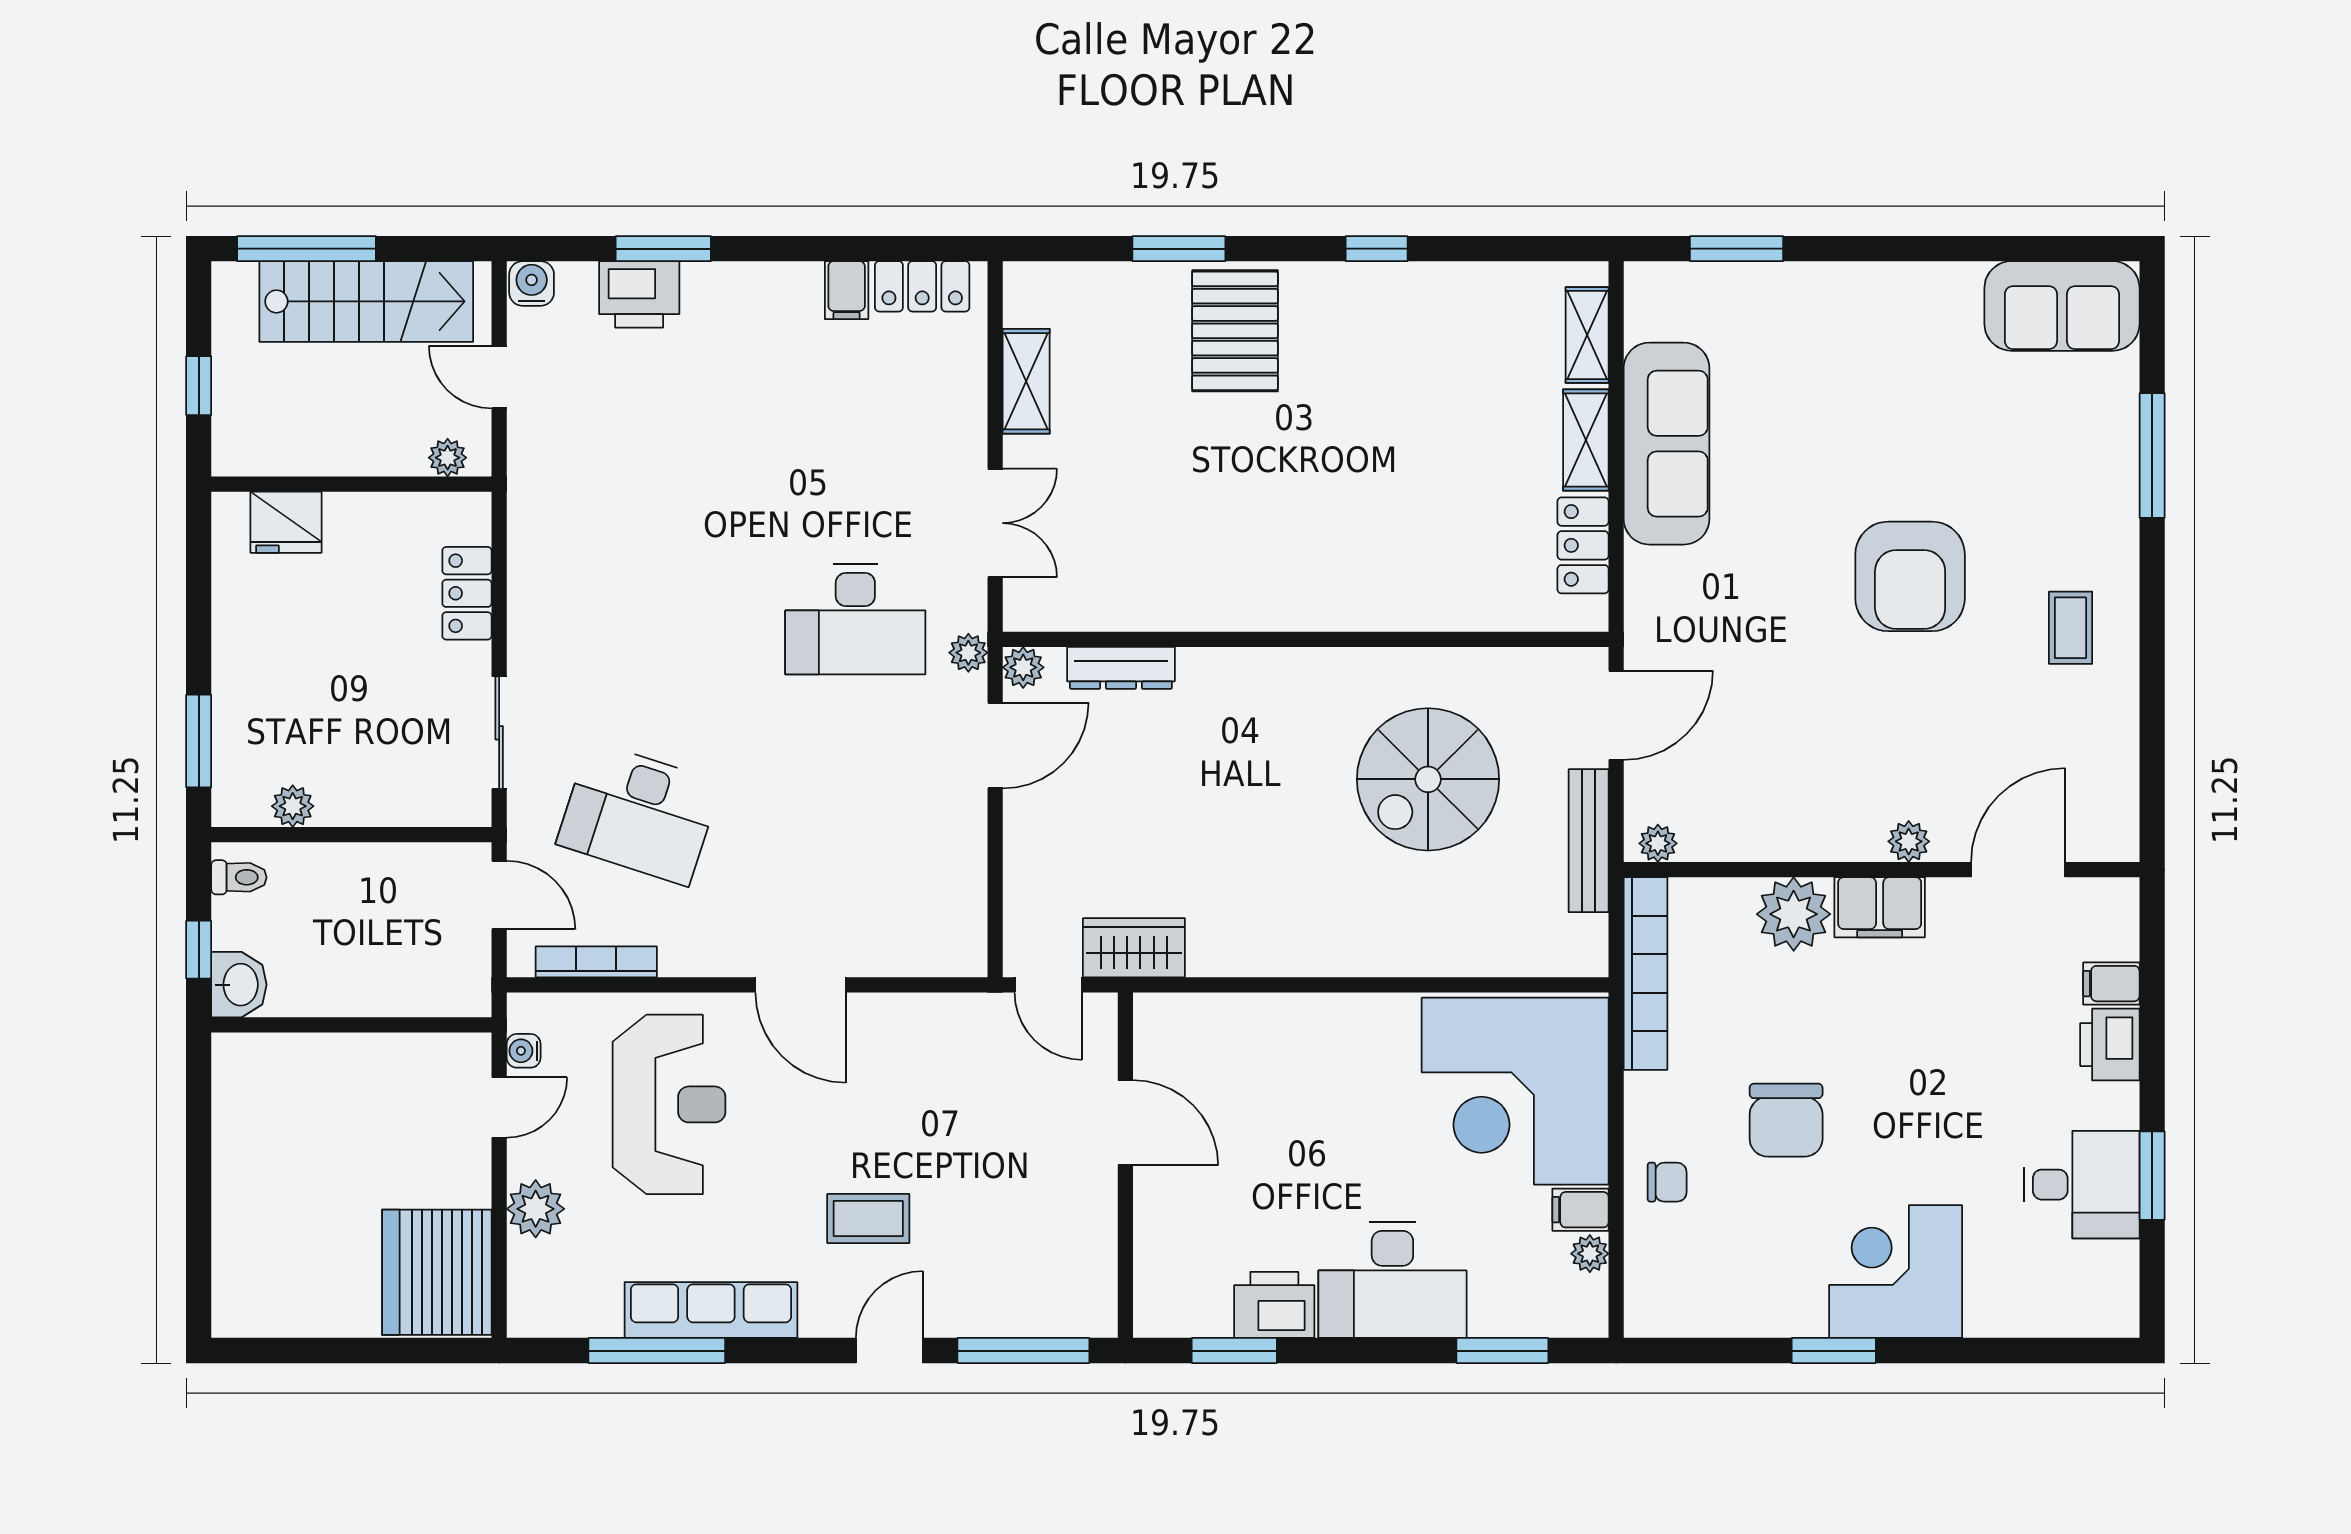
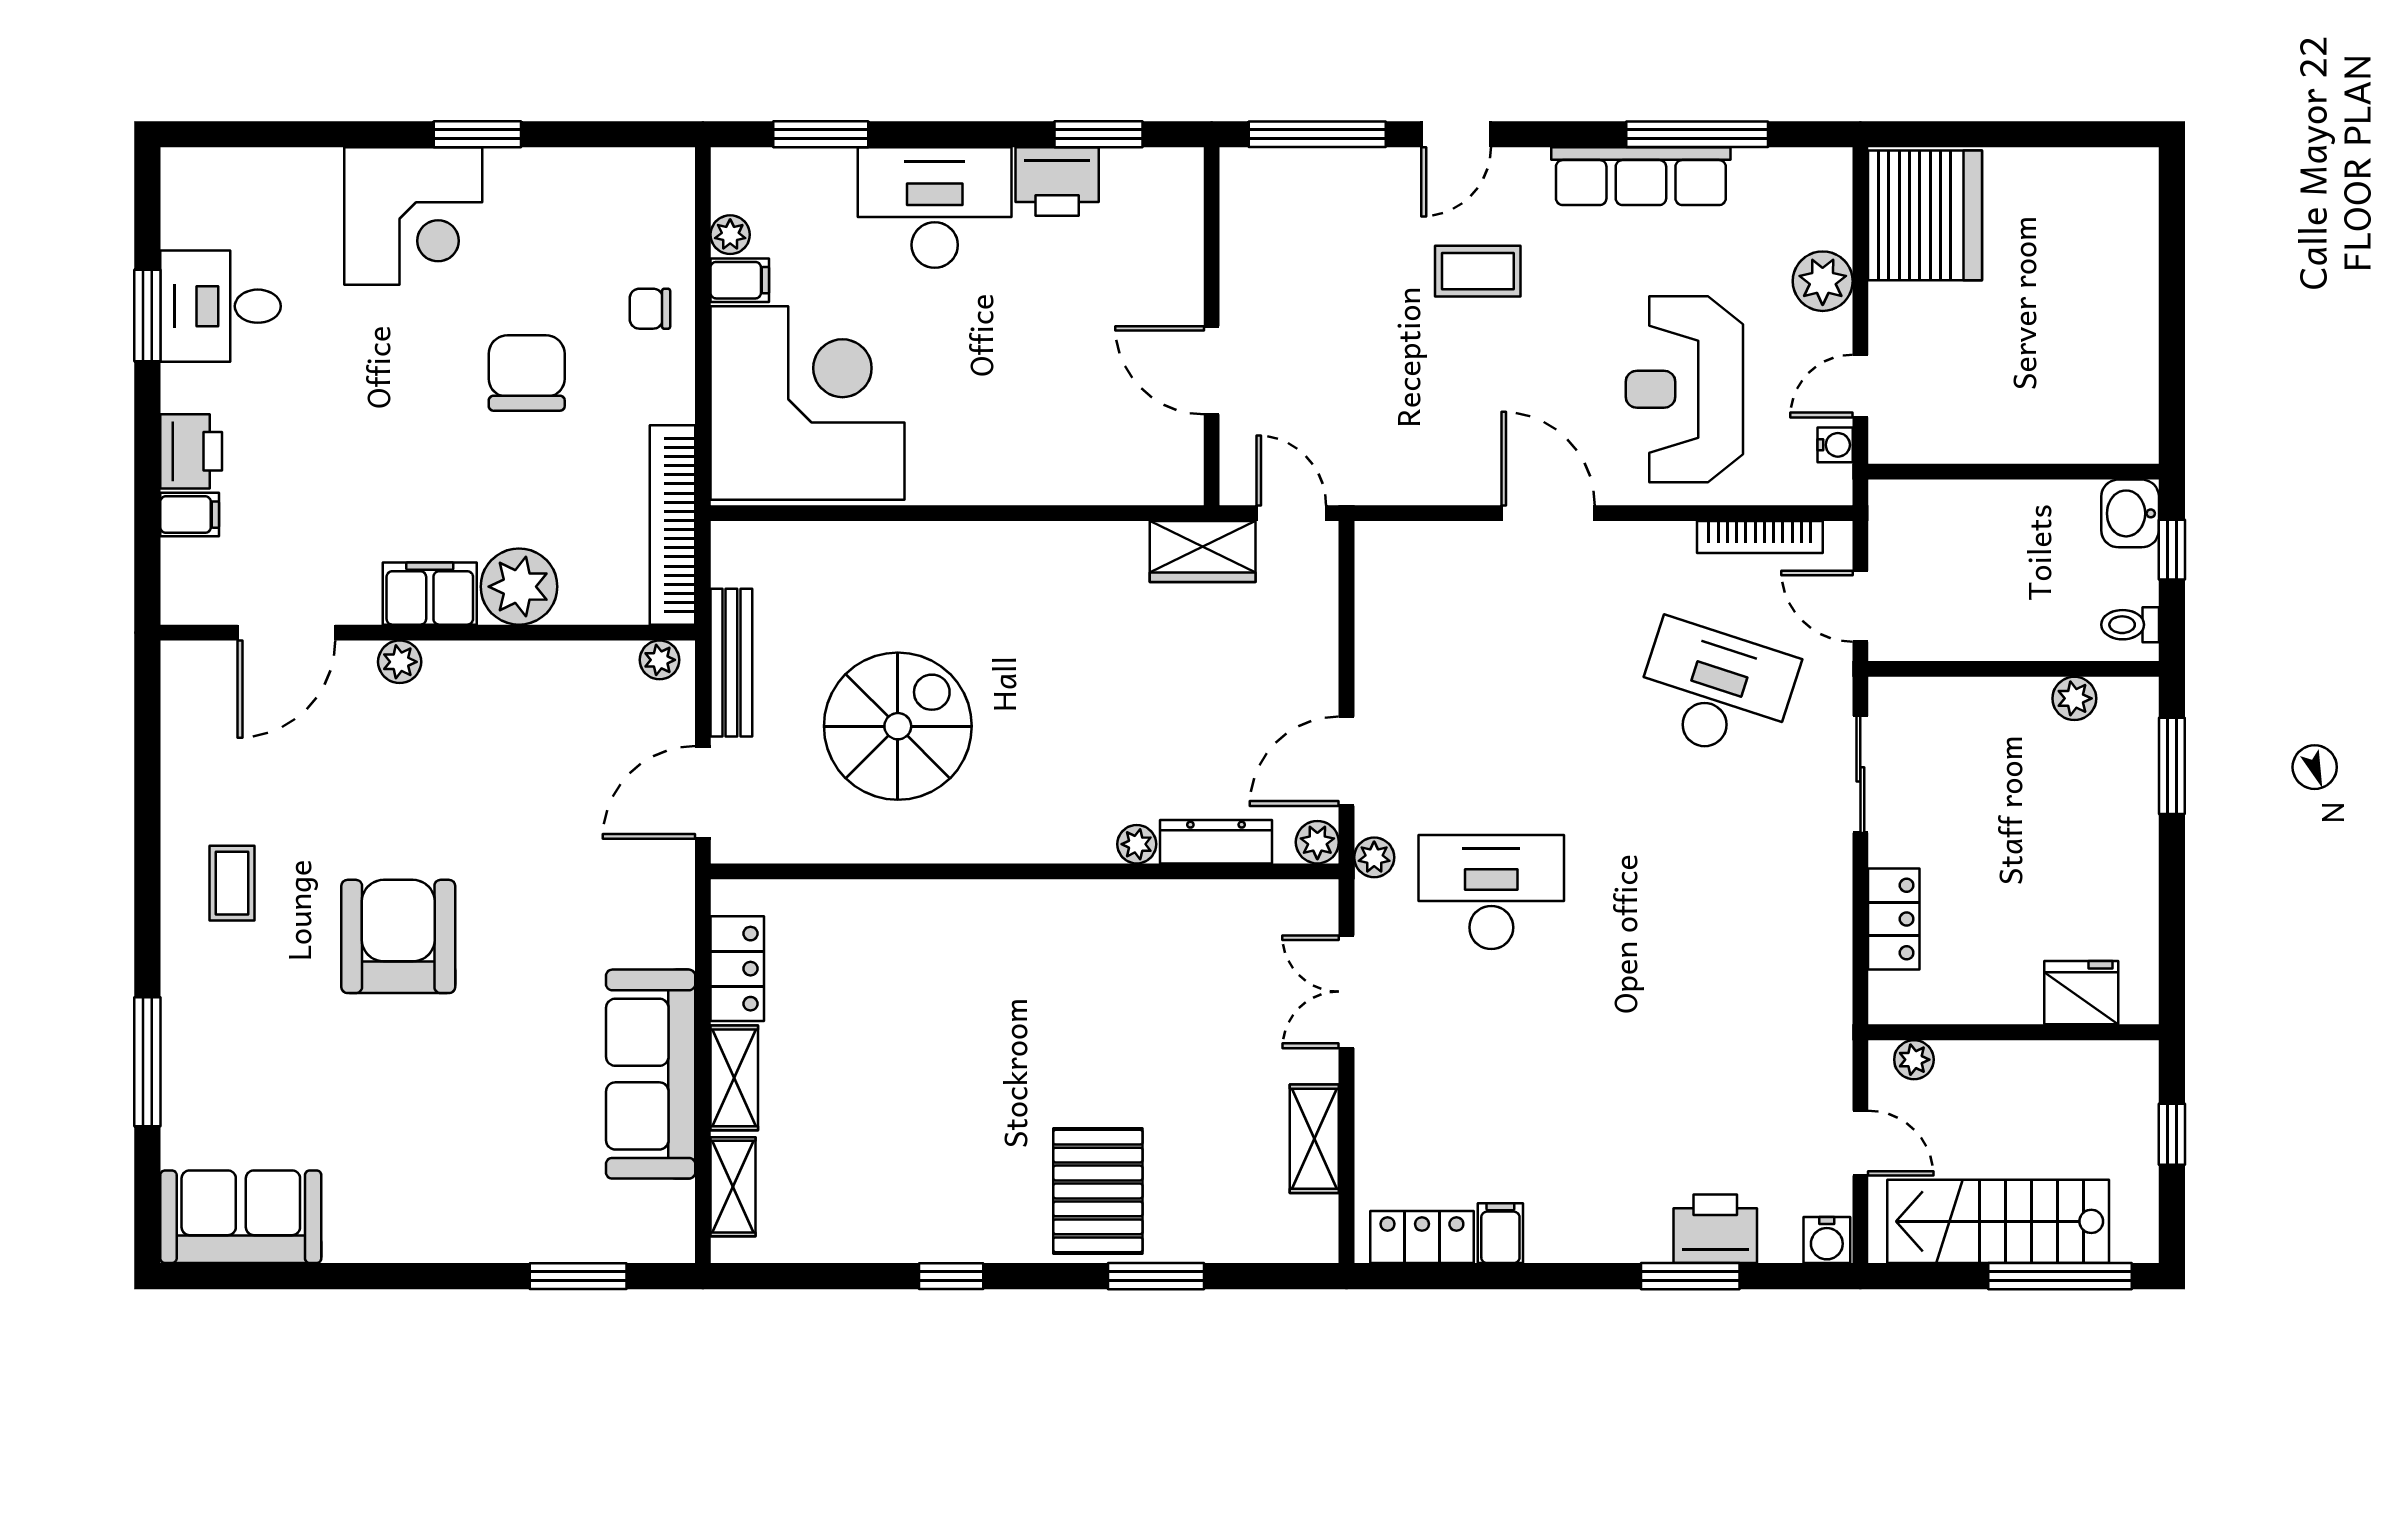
plant: (1197, 665) -> (1137, 844), added

